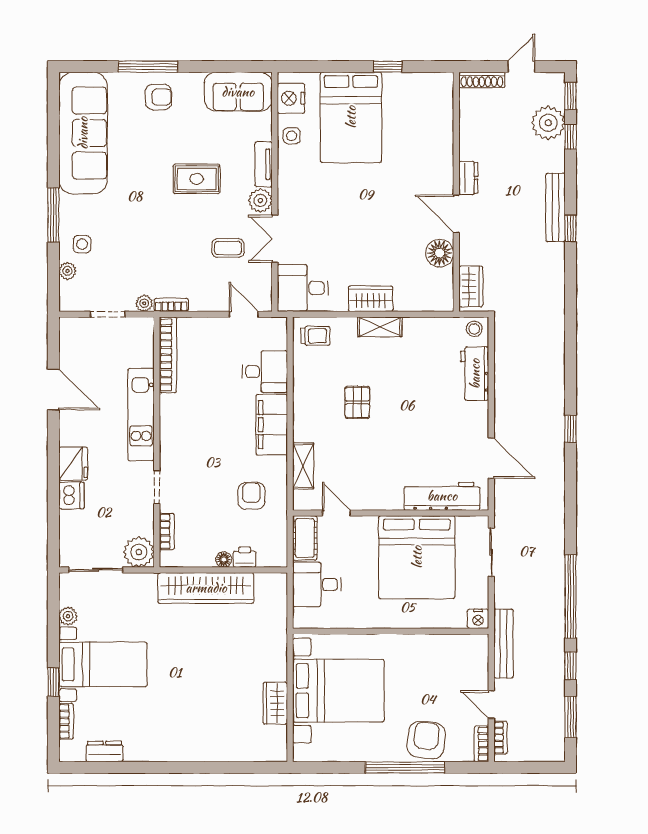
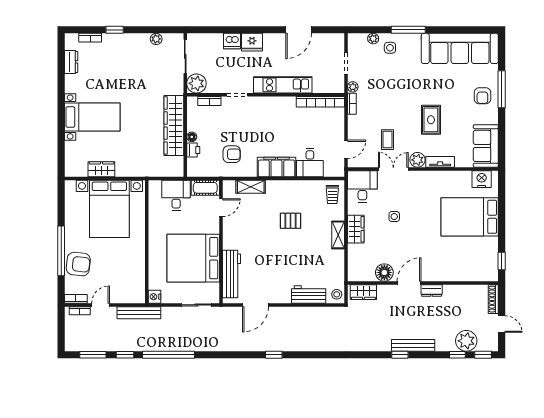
window: (388, 67) -> (502, 261), moved
side table: (292, 136) -> (394, 217), moved
bed with nightstands: (103, 664) -> (92, 117), moved, turned -90

